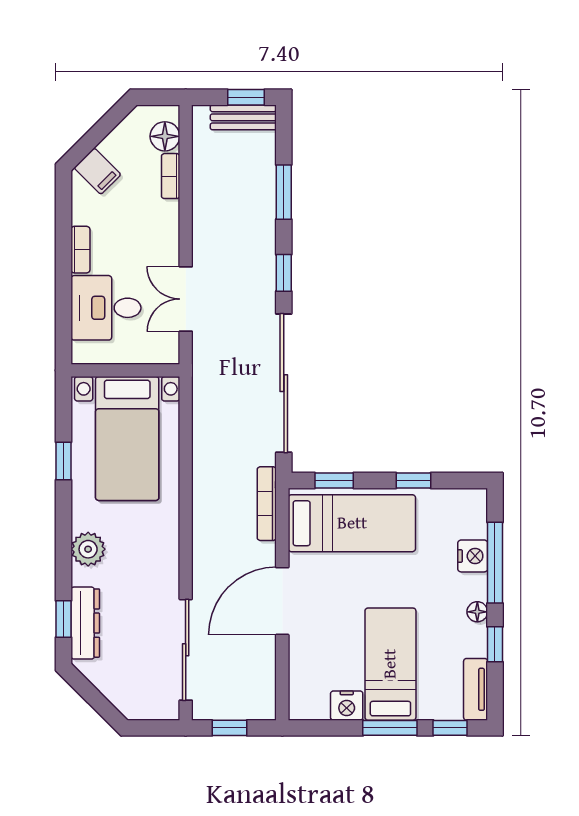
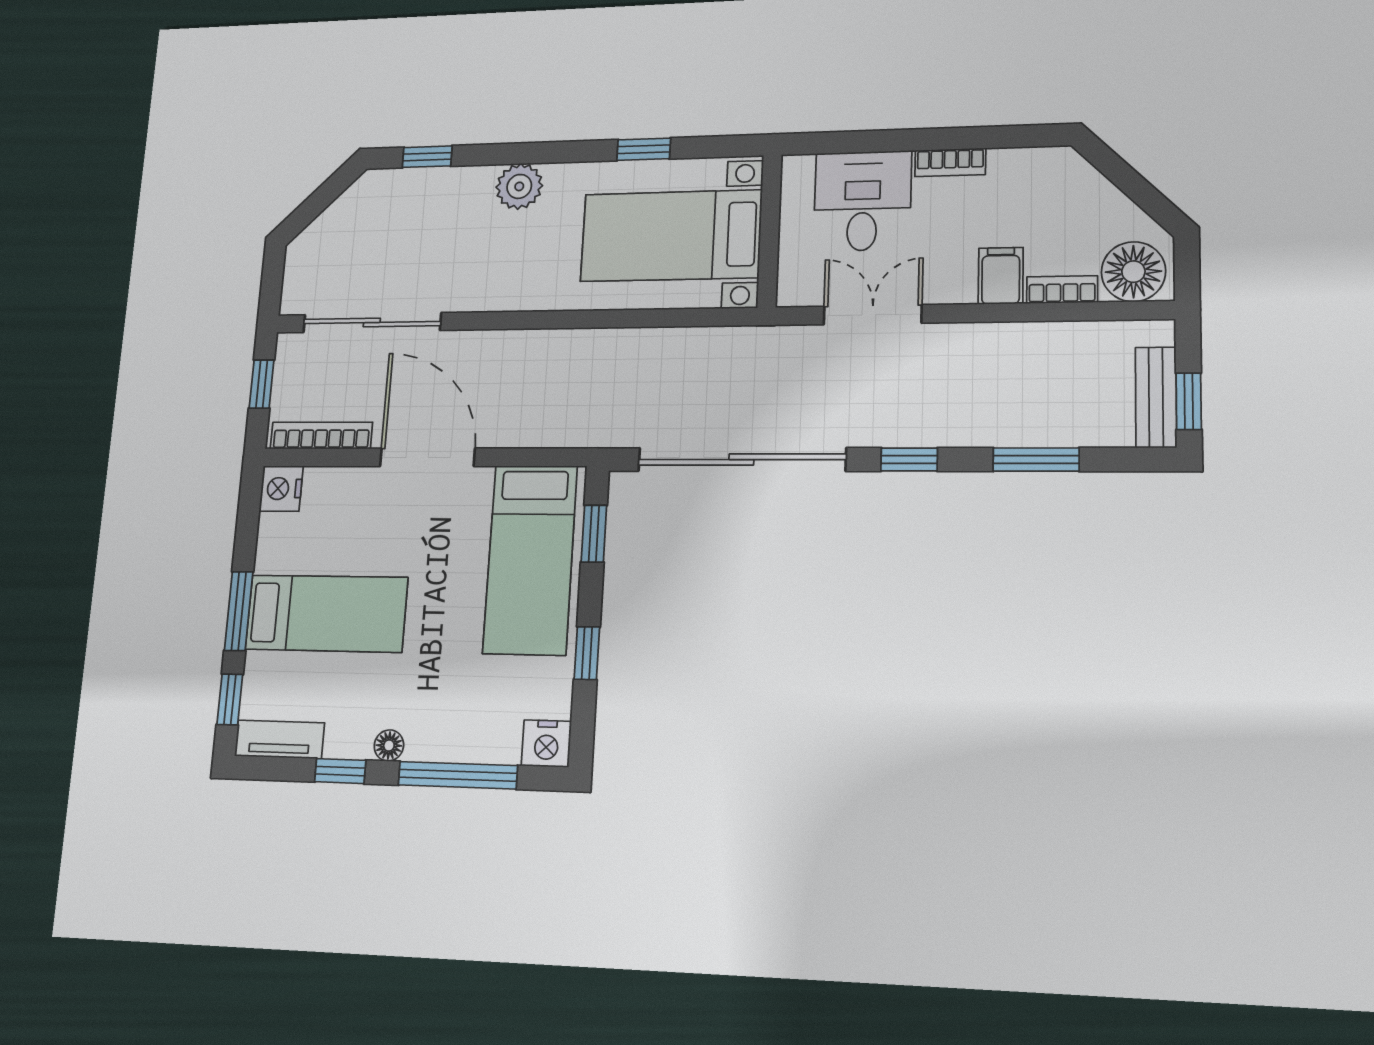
floor lamp: (165, 136) -> (1133, 272), width x1.38, depth x1.38
filing cabinet: (97, 171) -> (1001, 276), moved, turned 135
bookcase: (267, 504) -> (321, 435), moved
nightstand: (473, 556) -> (546, 744), moved
dresser: (85, 623) -> (419, 186), removed
nightstand: (347, 706) -> (281, 489), moved

